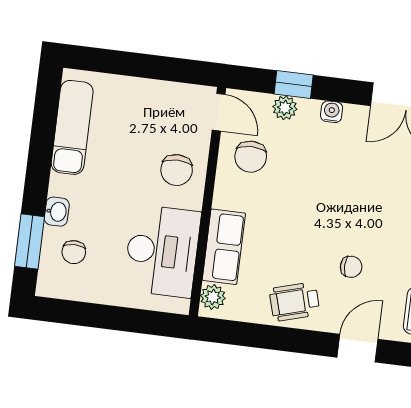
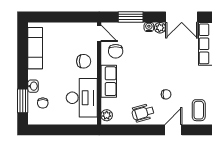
window: (294, 84) -> (131, 17), width x1.50
plant: (285, 108) -> (160, 28), moved
chair: (177, 170) -> (84, 61), turned -90
row of seats: (224, 247) -> (109, 81), moved

